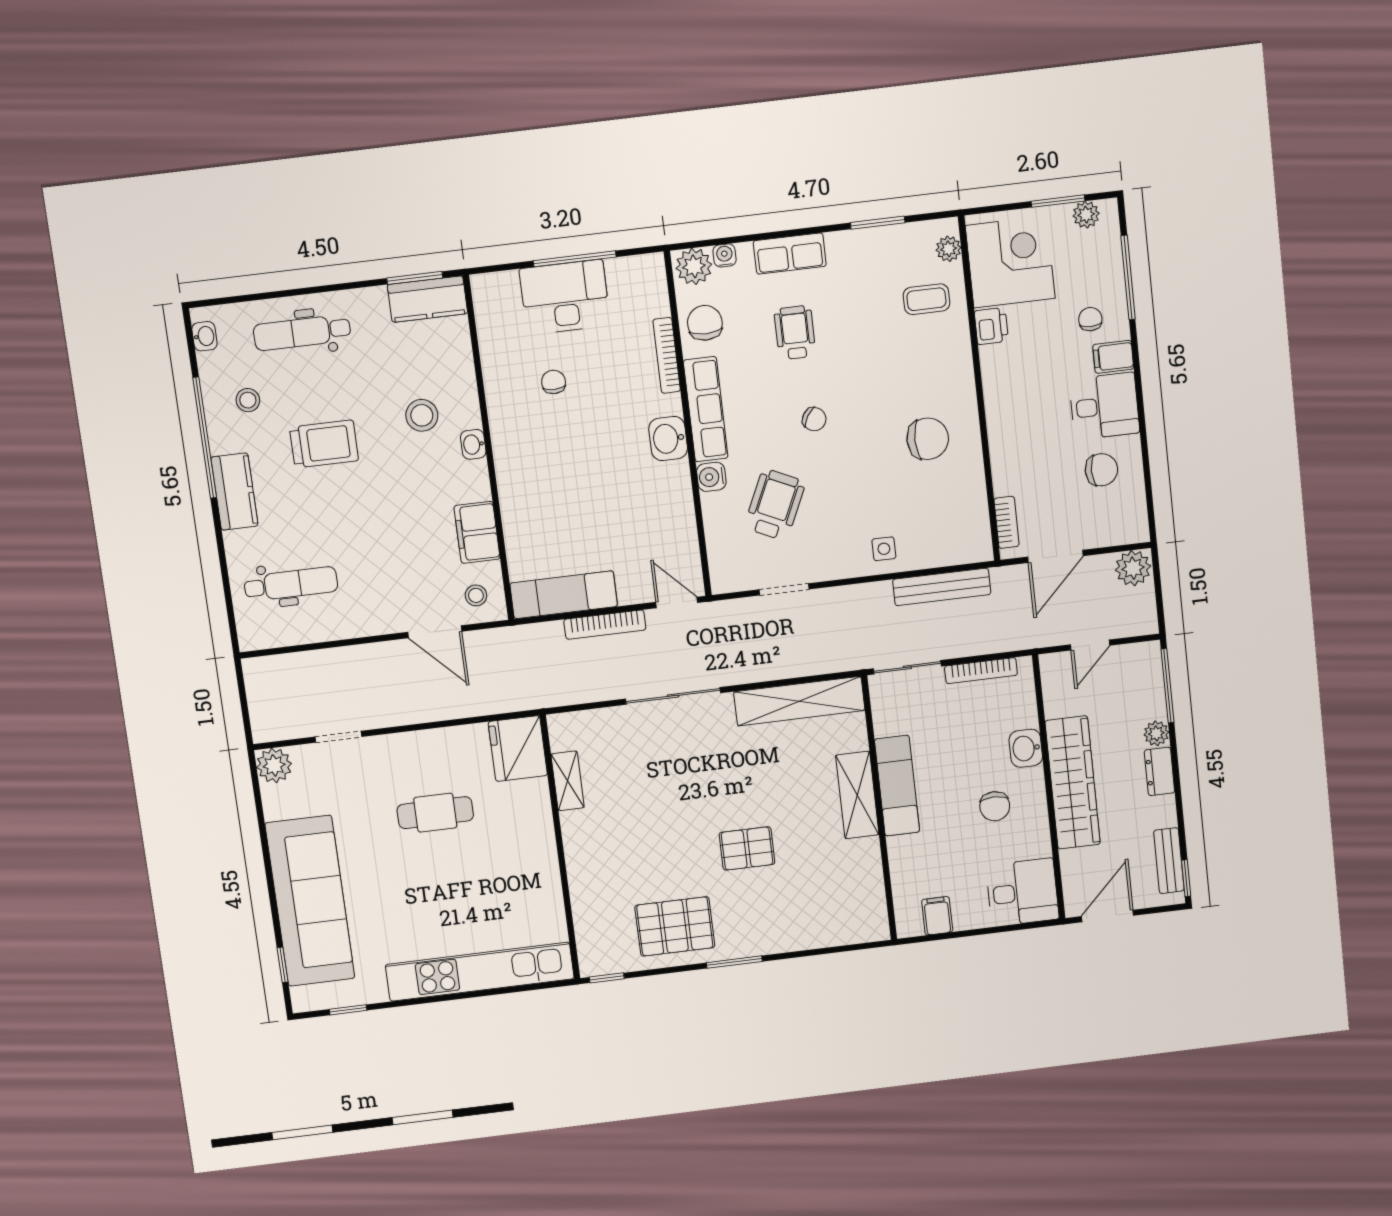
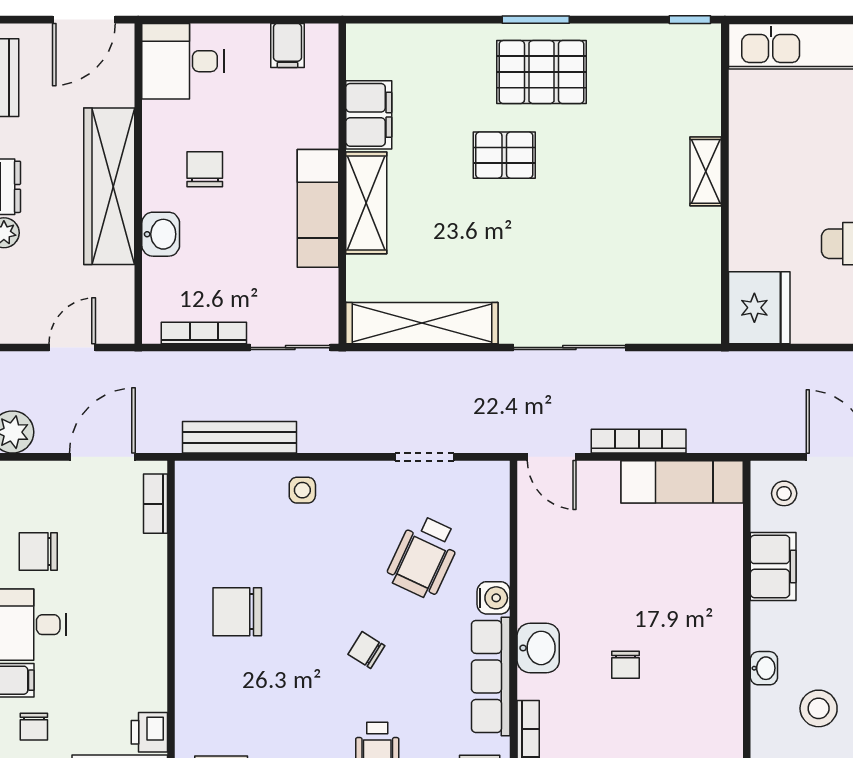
chair: (554, 382) -> (625, 665), moved
shelving: (568, 781) -> (706, 171), moved
filing cabinet: (864, 868) -> (369, 115), added
pallet: (675, 926) -> (541, 72), moved

